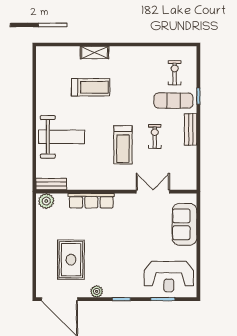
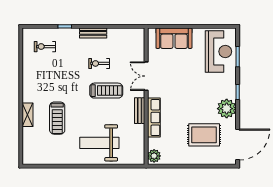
treadmill: (91, 87) -> (57, 118), turned 180
exercise mat: (173, 101) -> (69, 48), removed
weight bench: (62, 137) -> (99, 143), turned -90
bench: (51, 184) -> (140, 111), moved
double door: (153, 192) -> (146, 76), moved
plant: (97, 291) -> (227, 109), width x1.88, depth x1.88

